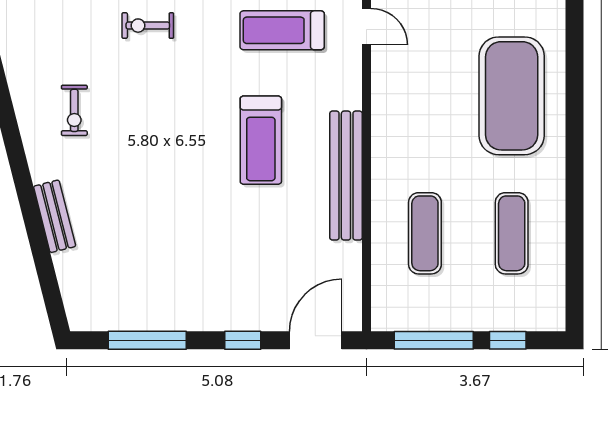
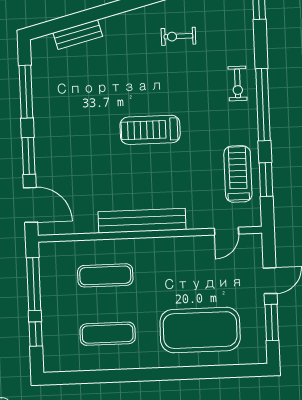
exercise bike: (148, 26) -> (237, 83), turned 180
door: (366, 27) -> (226, 231), moved
treadmill: (261, 140) -> (150, 130), moved
bench: (55, 216) -> (78, 35), moved
window: (243, 340) -> (29, 156), width x1.50

